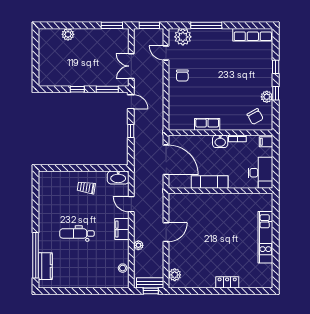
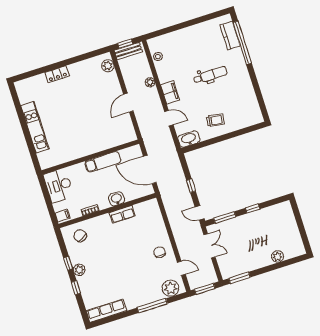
plant: (267, 97) -> (79, 270), moved
washbasin: (220, 141) -> (117, 199), moved

